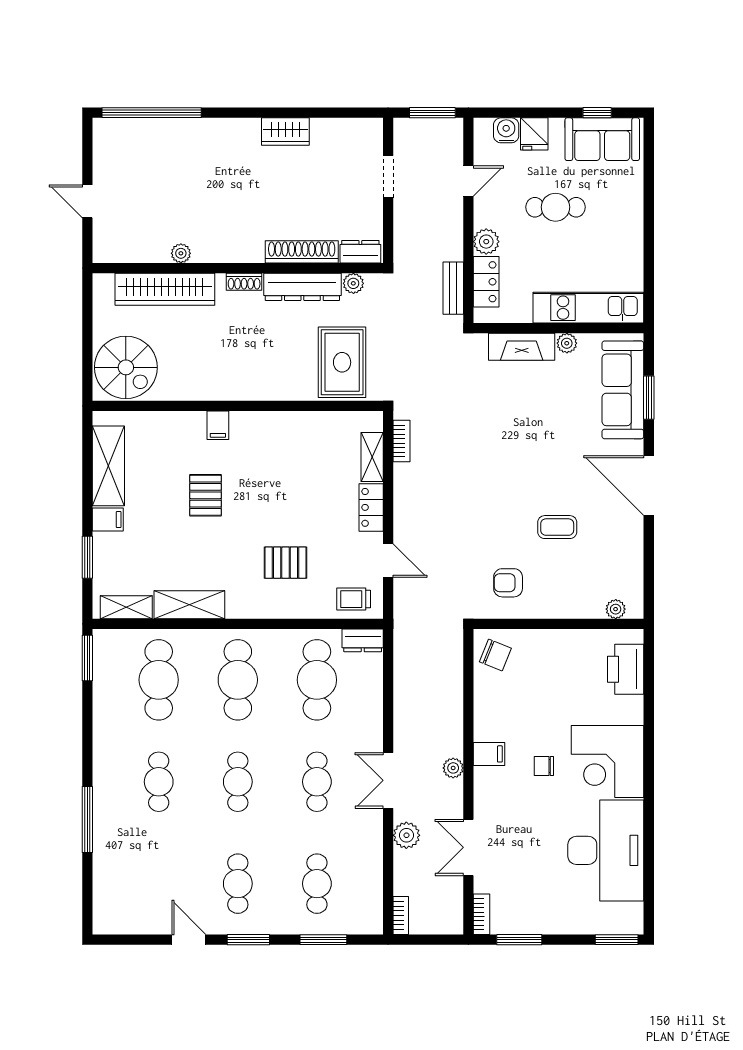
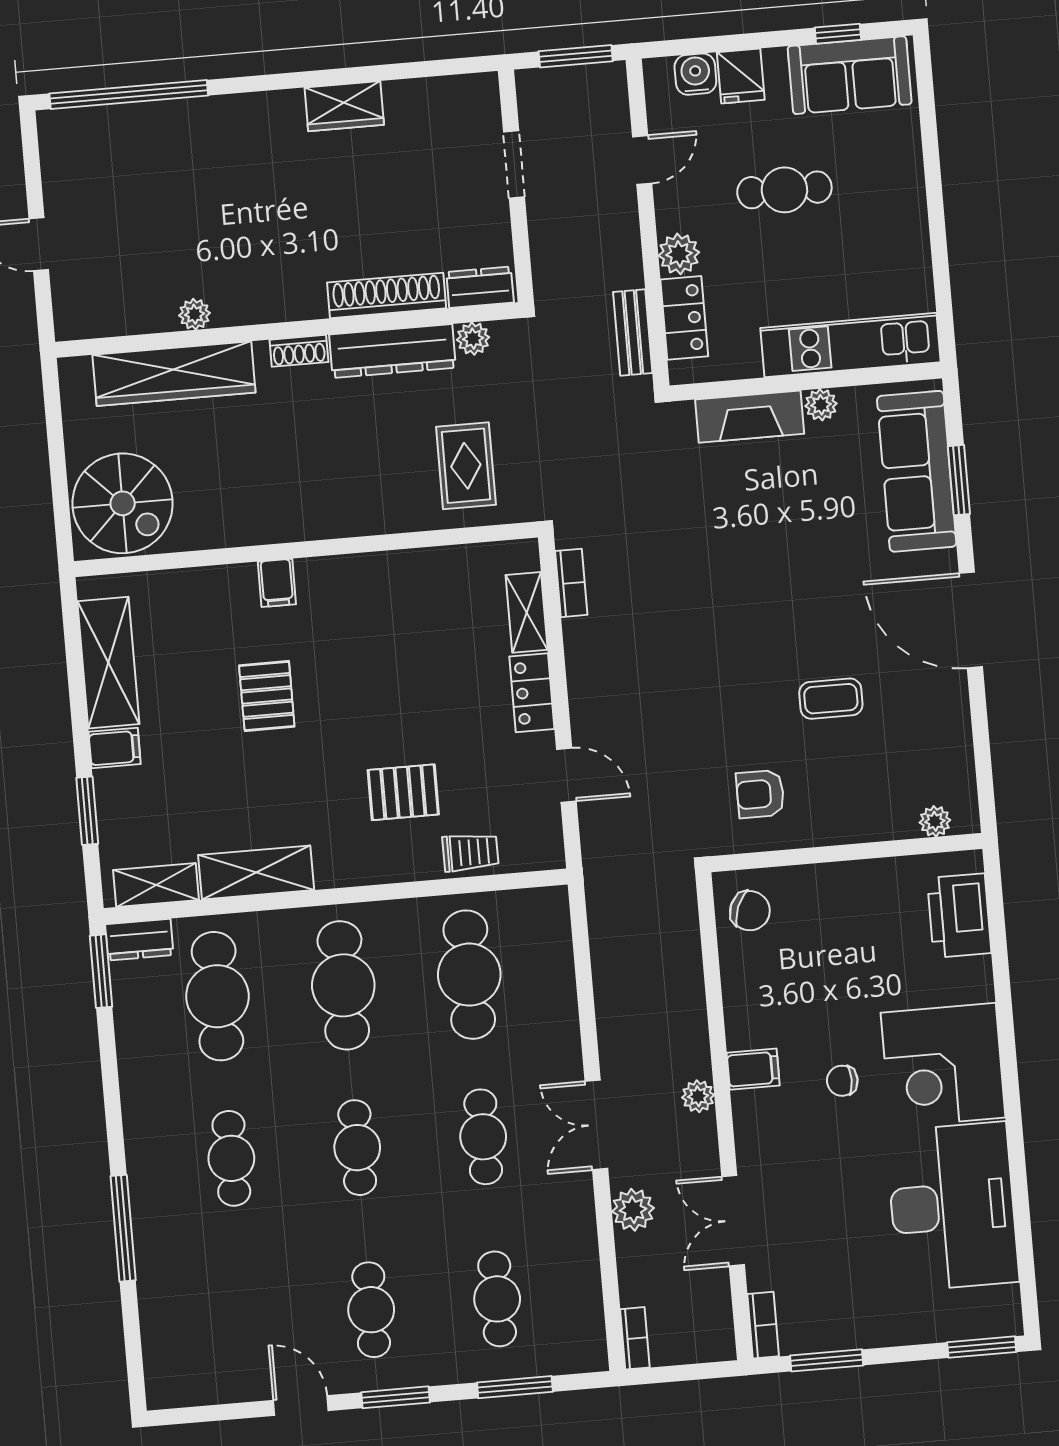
rug: (342, 362) -> (466, 466), width x0.73, depth x0.70
trolley: (354, 599) -> (470, 852), moved, turned 180
dresser: (363, 640) -> (139, 940), moved

